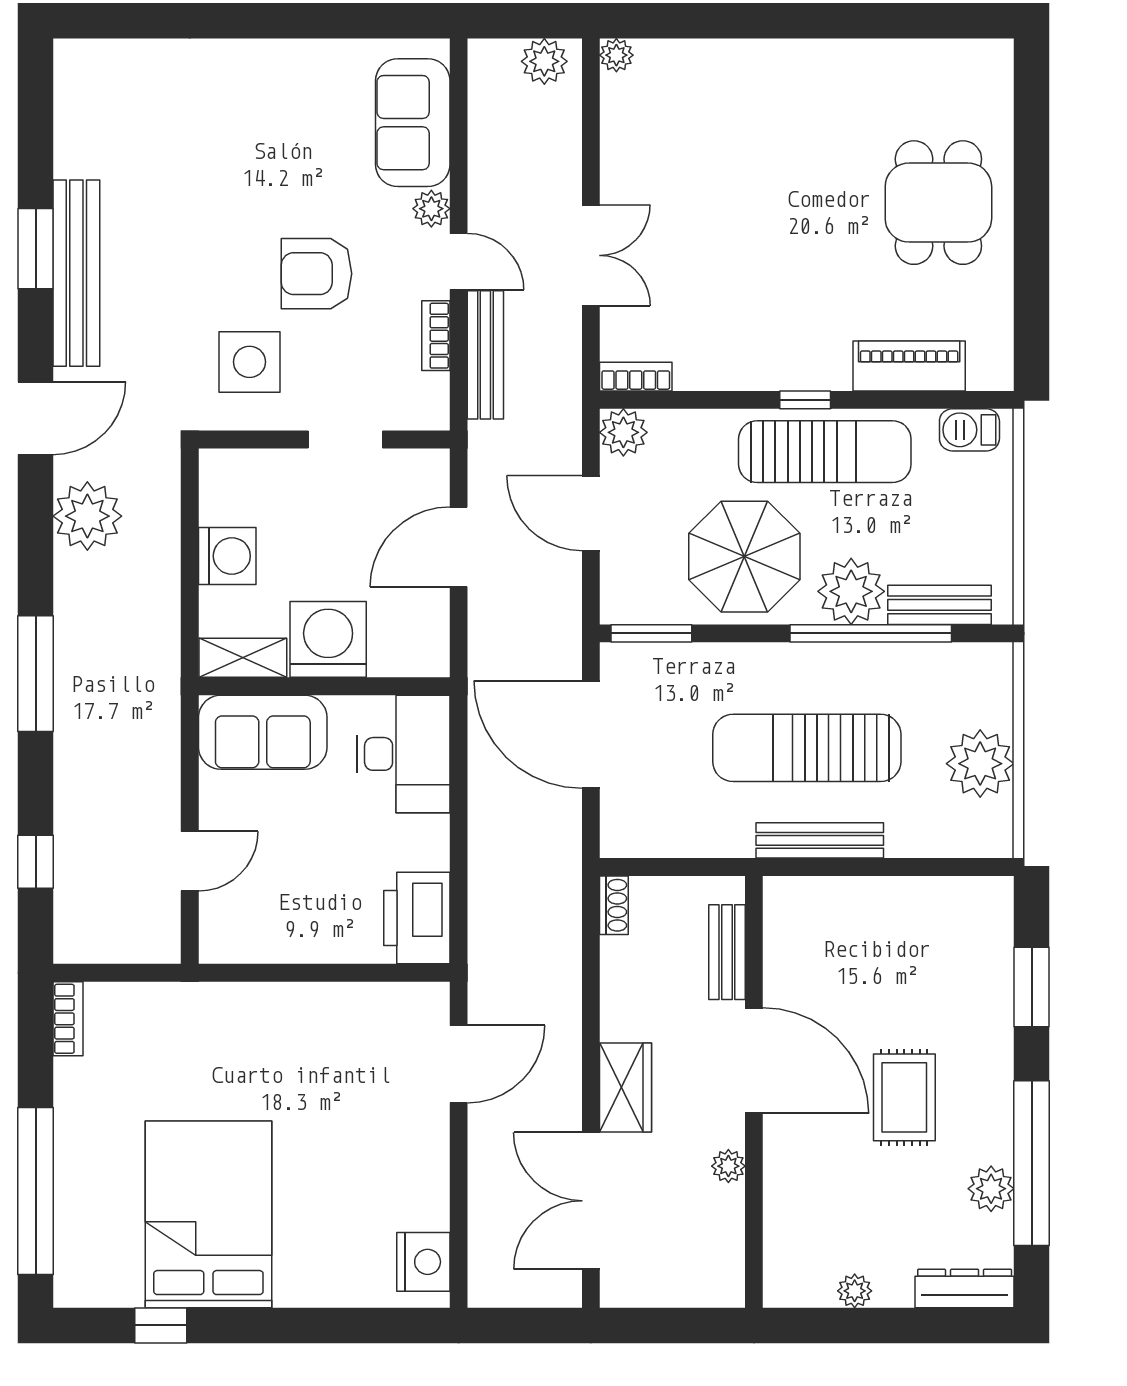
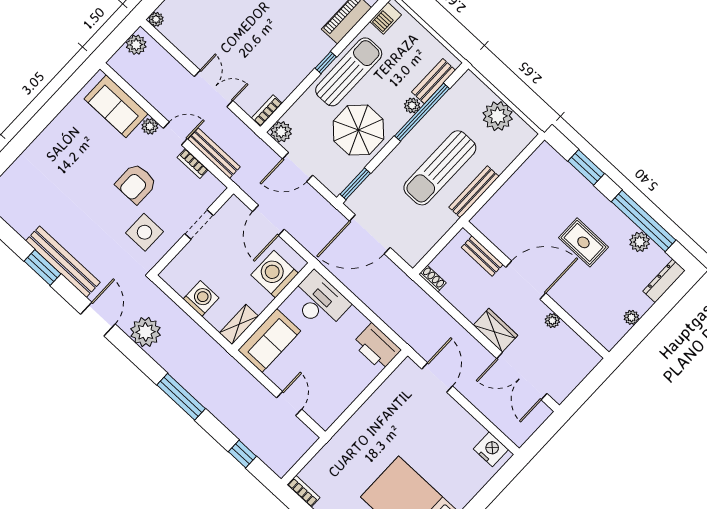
plant: (851, 591) -> (412, 105), width x0.53, depth x0.53
washing machine: (328, 639) -> (275, 274), moved

